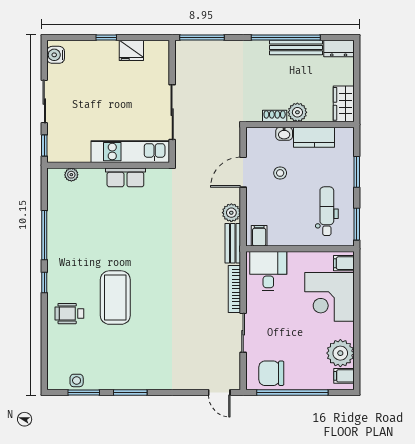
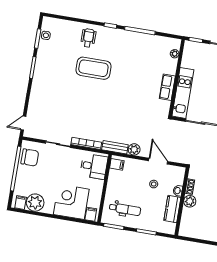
wardrobe: (344, 104) -> (190, 231), removed
chair: (271, 373) -> (30, 157), turned 90

